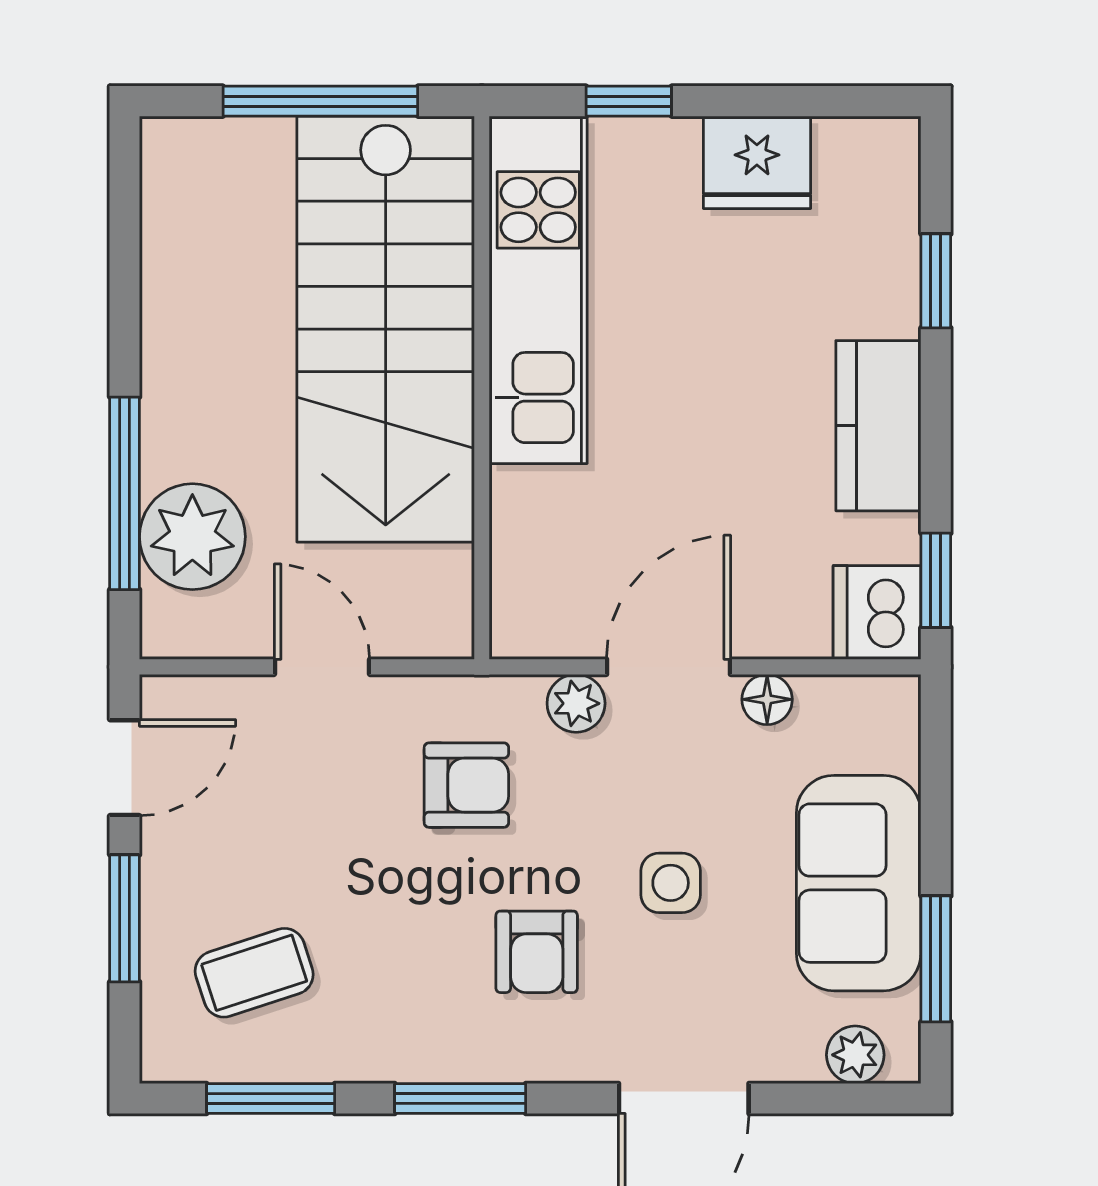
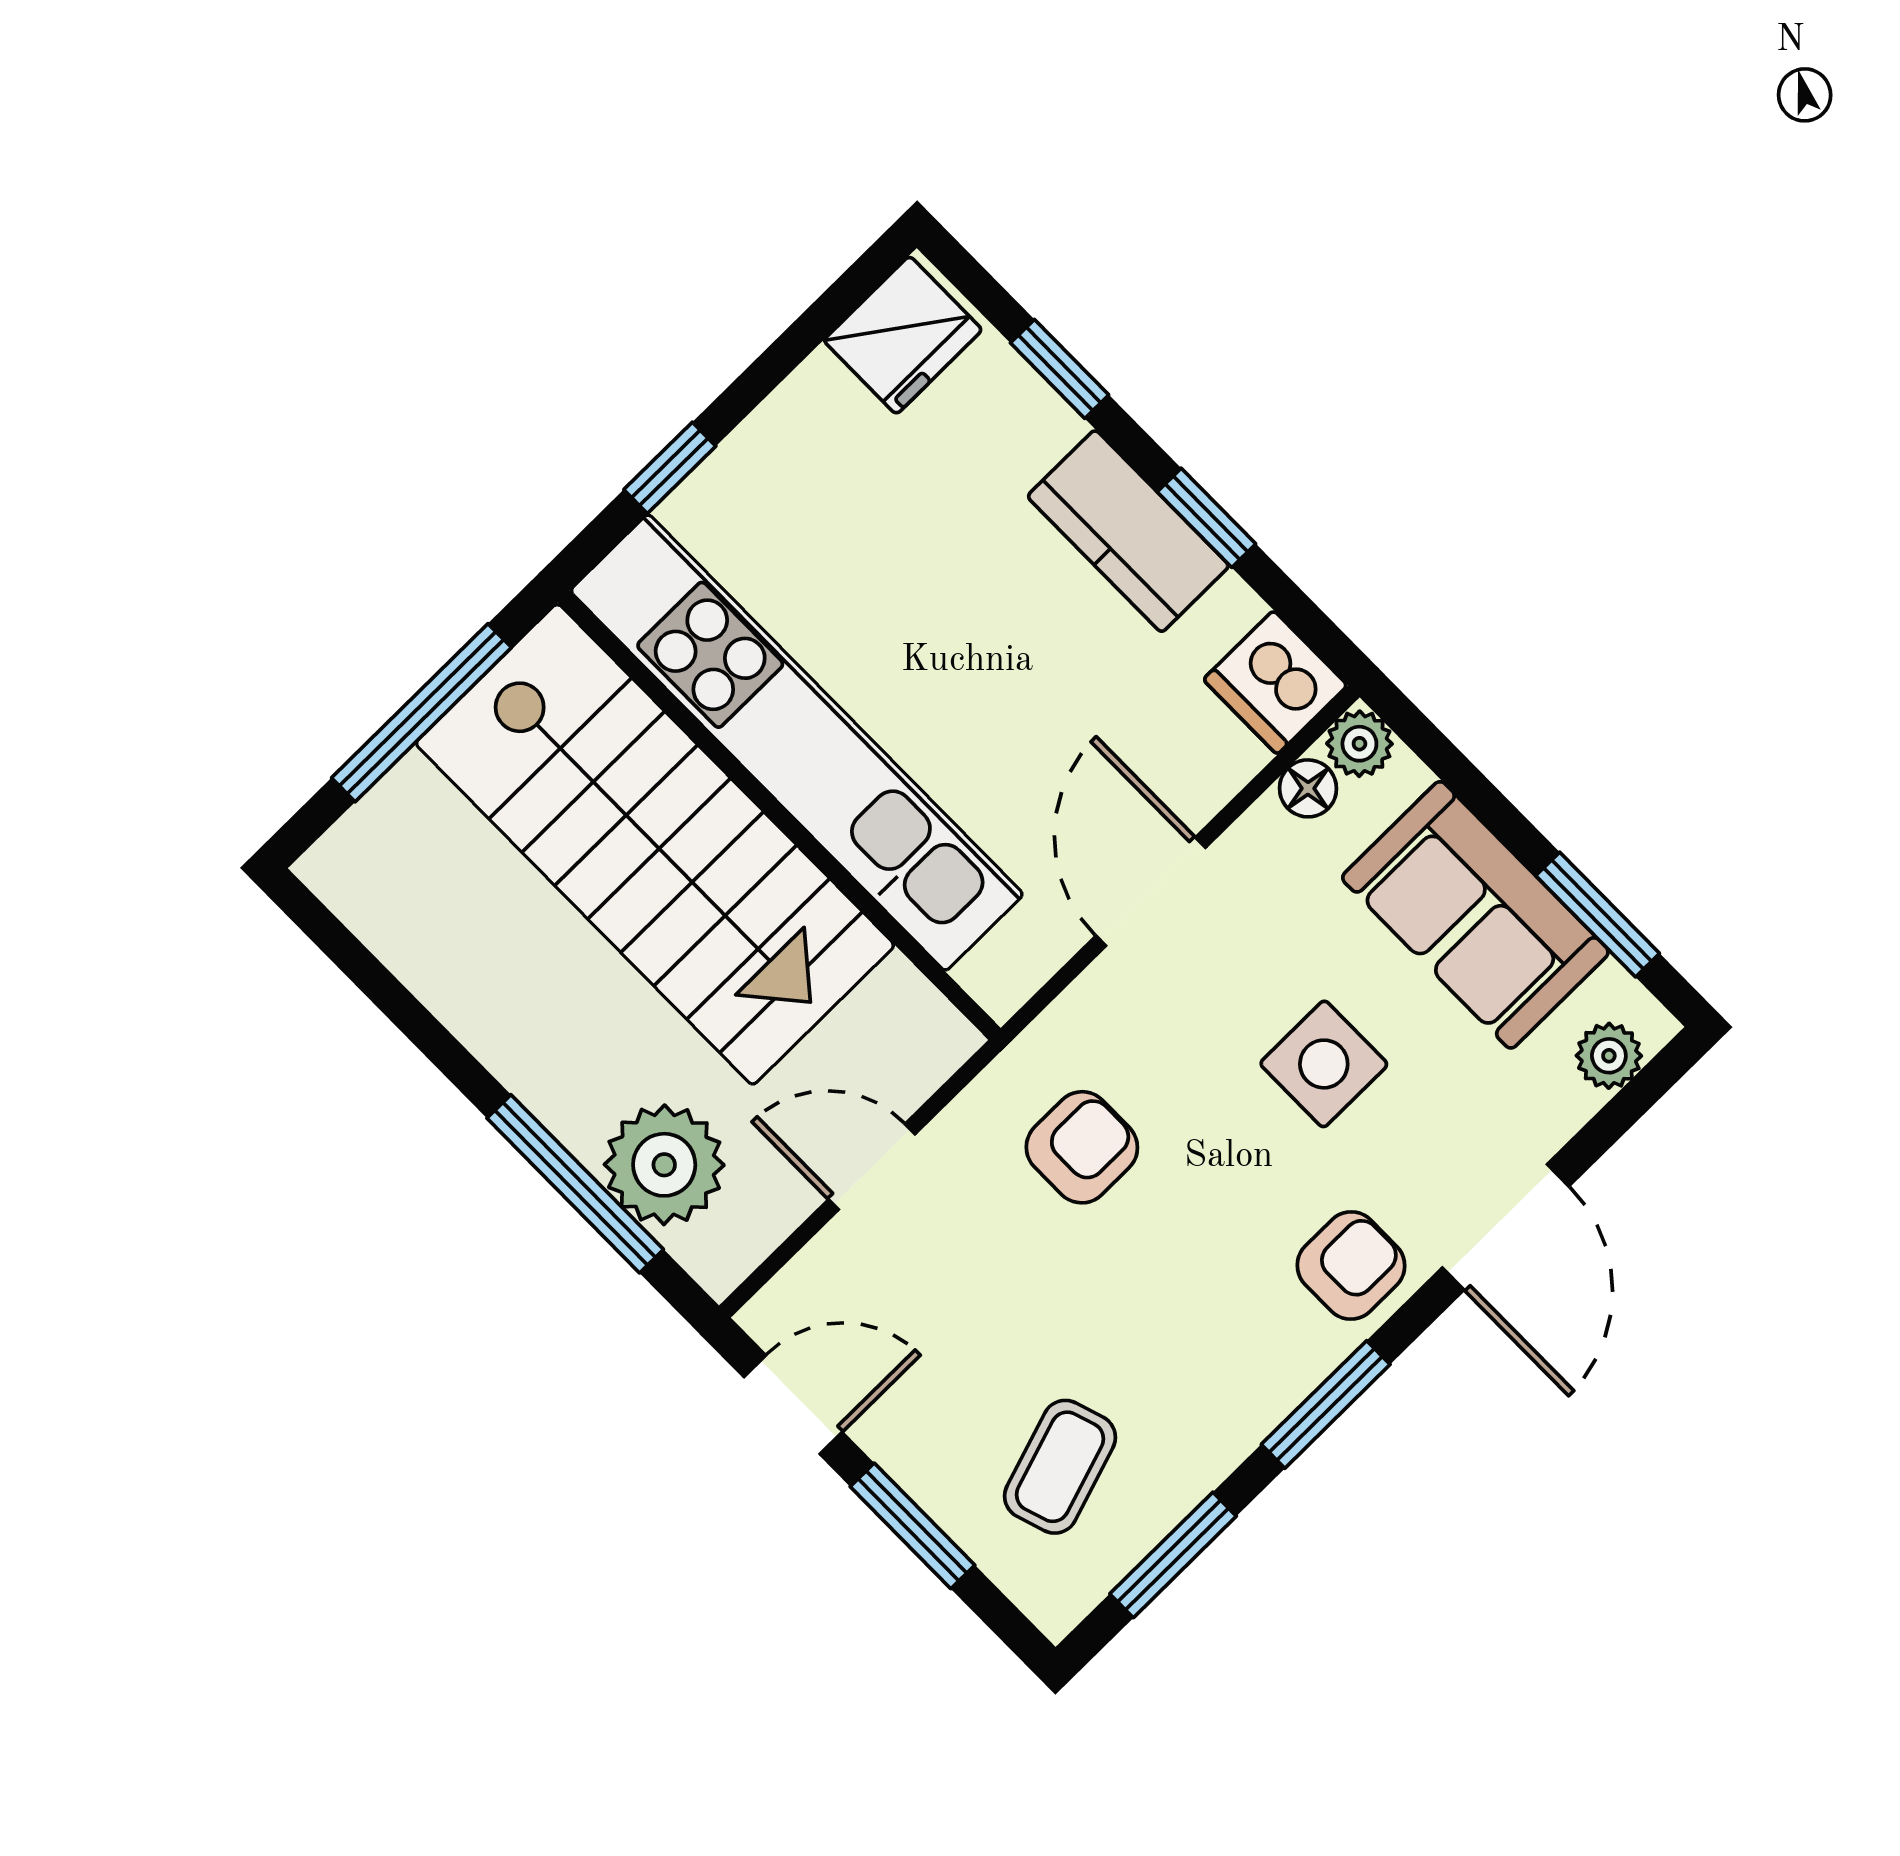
fridge: (757, 162) -> (903, 335), moved
kitchen unit: (538, 290) -> (797, 743), width x1.36
window: (936, 580) -> (1206, 518), moved
floor lamp: (767, 699) -> (1308, 788), moved
plant: (576, 703) -> (1359, 744), moved
door: (125, 768) -> (793, 1405), hinge flipped
side table: (671, 883) -> (1324, 1064), width x1.37, depth x1.37
armchair: (537, 952) -> (1351, 1266), moved, turned -90

